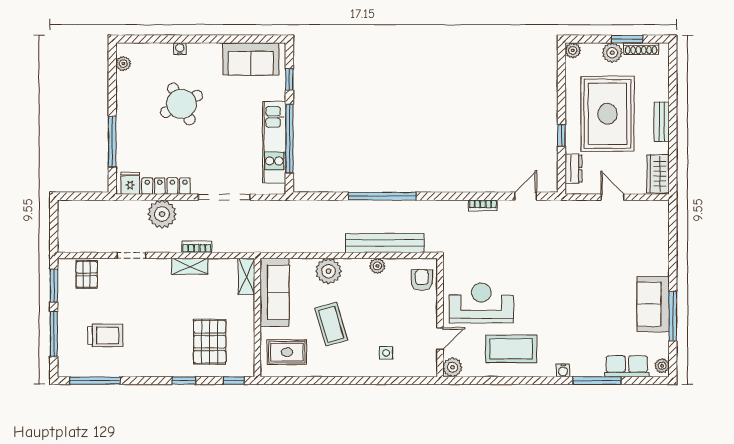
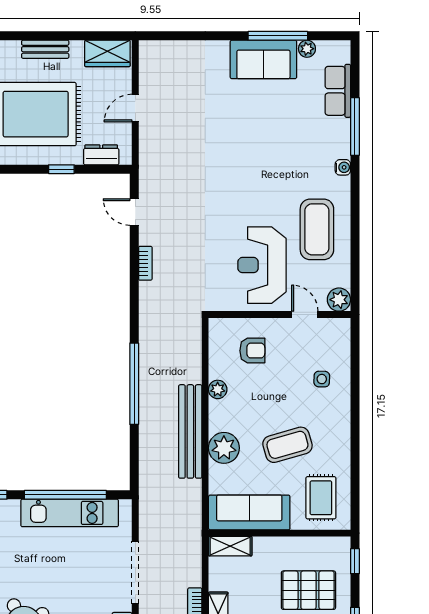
bench: (385, 243) -> (190, 431), moved
armchair: (422, 280) -> (252, 351), moved, turned 180
plant: (662, 366) -> (307, 49), moved

